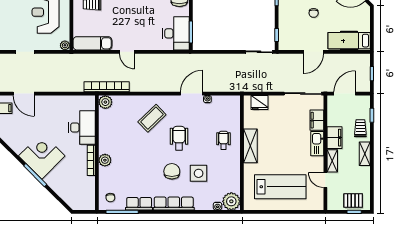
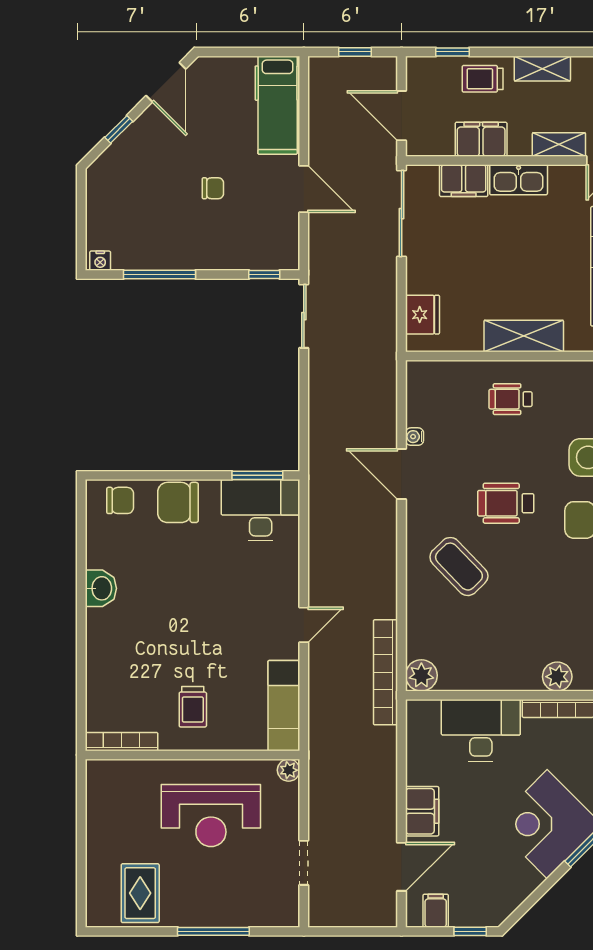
filing cabinet: (47, 102) -> (422, 811), added
filing cabinet: (335, 138) -> (481, 139), moved

